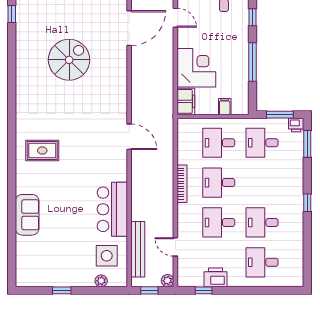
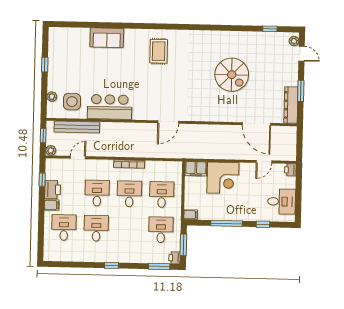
filing cabinet: (225, 107) -> (191, 215), moved
filing cabinet: (235, 278) -> (52, 205), added

